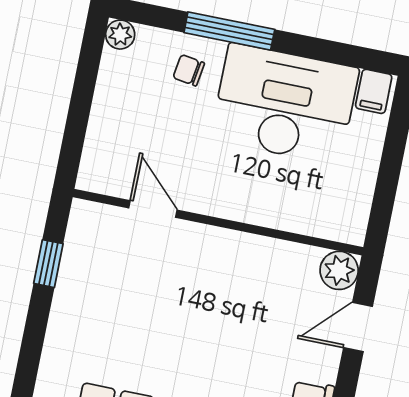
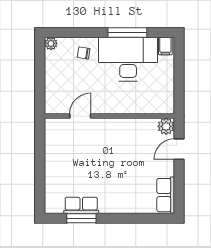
window: (229, 31) -> (127, 32), moved
door: (153, 209) -> (80, 116), hinge flipped
window: (48, 264) -> (40, 149), removed

